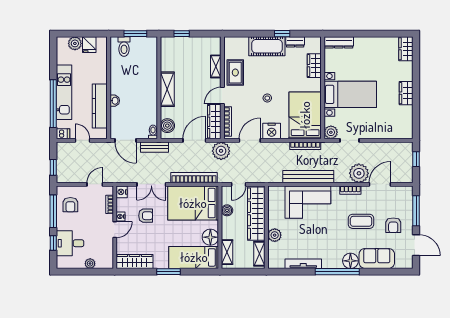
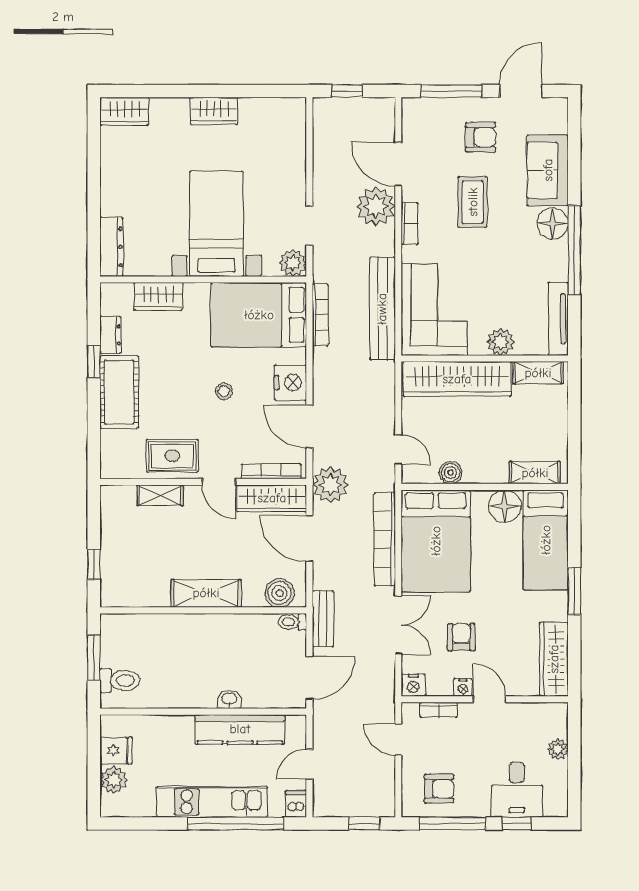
wardrobe: (256, 214) -> (457, 379), moved
wall: (266, 227) -> (485, 358), moved
plant: (275, 235) -> (501, 342), moved
shelving: (259, 254) -> (538, 373), moved

